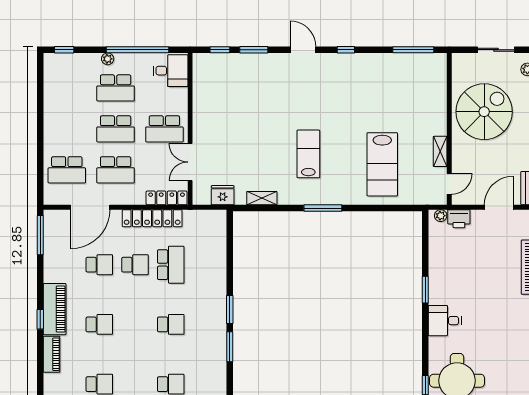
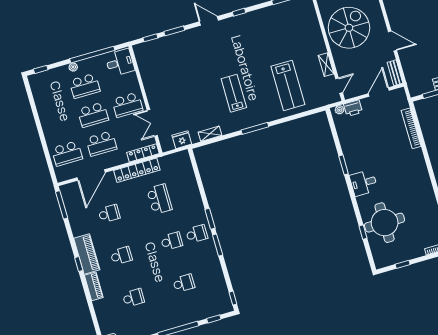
school desk: (135, 265) -> (197, 234), moved

